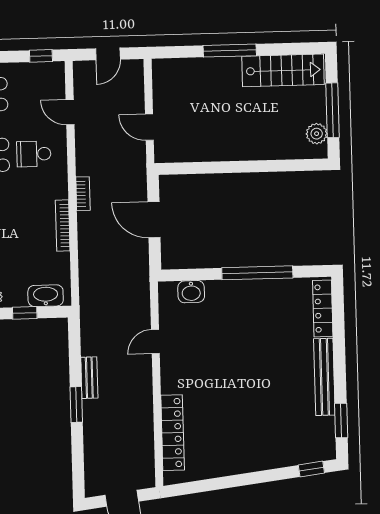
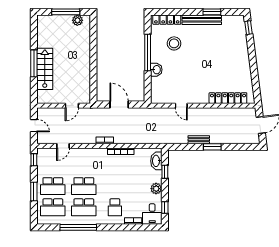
stairs: (283, 70) -> (45, 69), moved
school desk: (34, 154) -> (84, 165), removed
door: (154, 220) -> (119, 105), swing flipped
washbasin: (191, 292) -> (156, 70), moved
stool: (277, 324) -> (174, 43), added
window: (341, 421) -> (212, 12), moved

